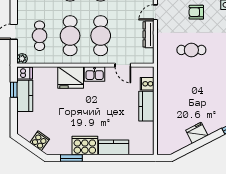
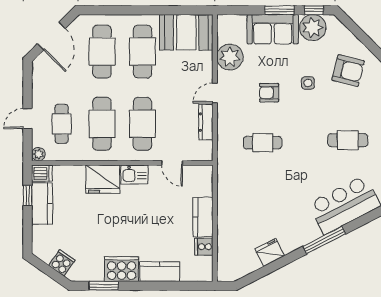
cooker: (147, 84) -> (204, 247), moved

